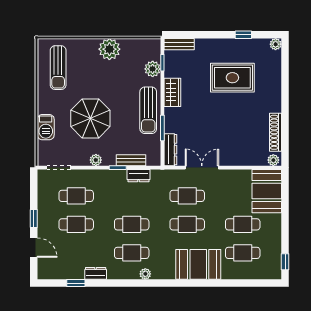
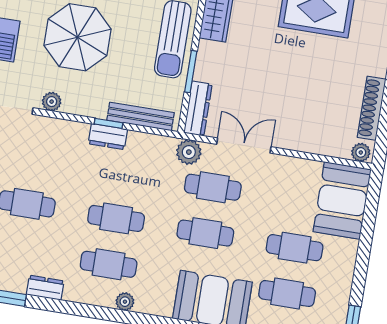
plant: (96, 160) -> (52, 102), moved
bench: (131, 160) -> (140, 116), width x1.36
dresser: (139, 176) -> (108, 137), moved
plant: (169, 177) -> (189, 152), added
cafe table: (76, 196) -> (34, 158), removed

